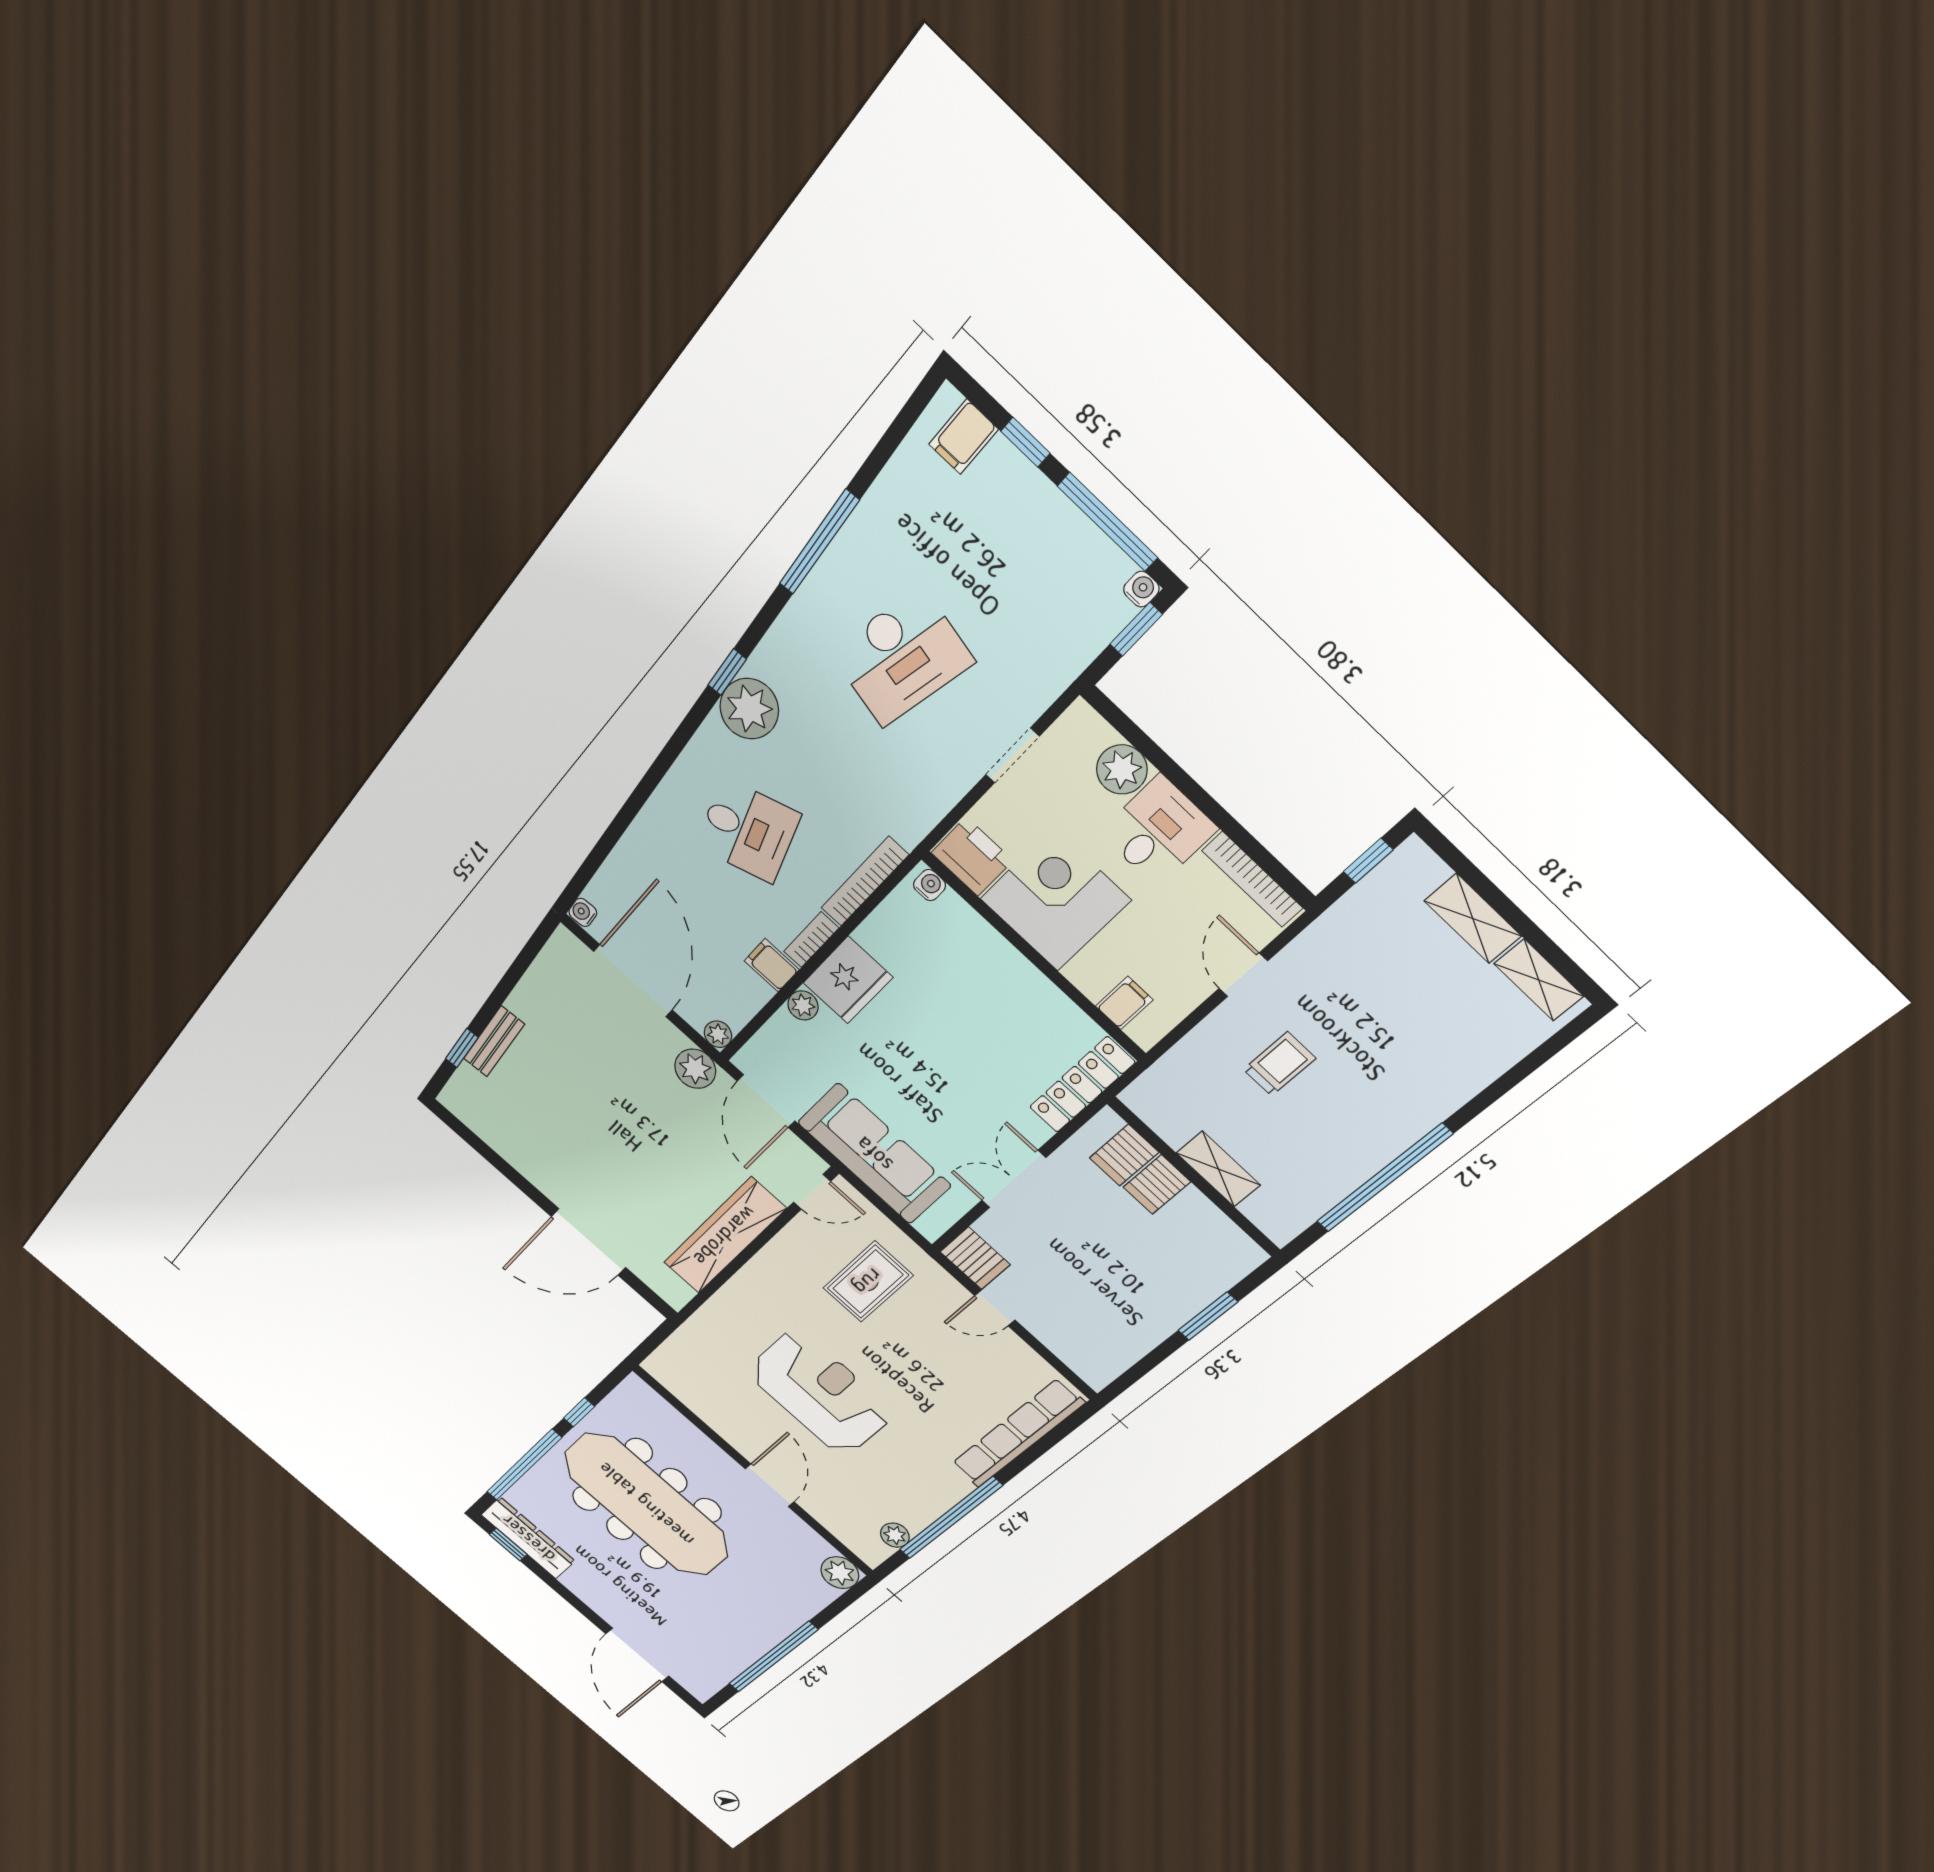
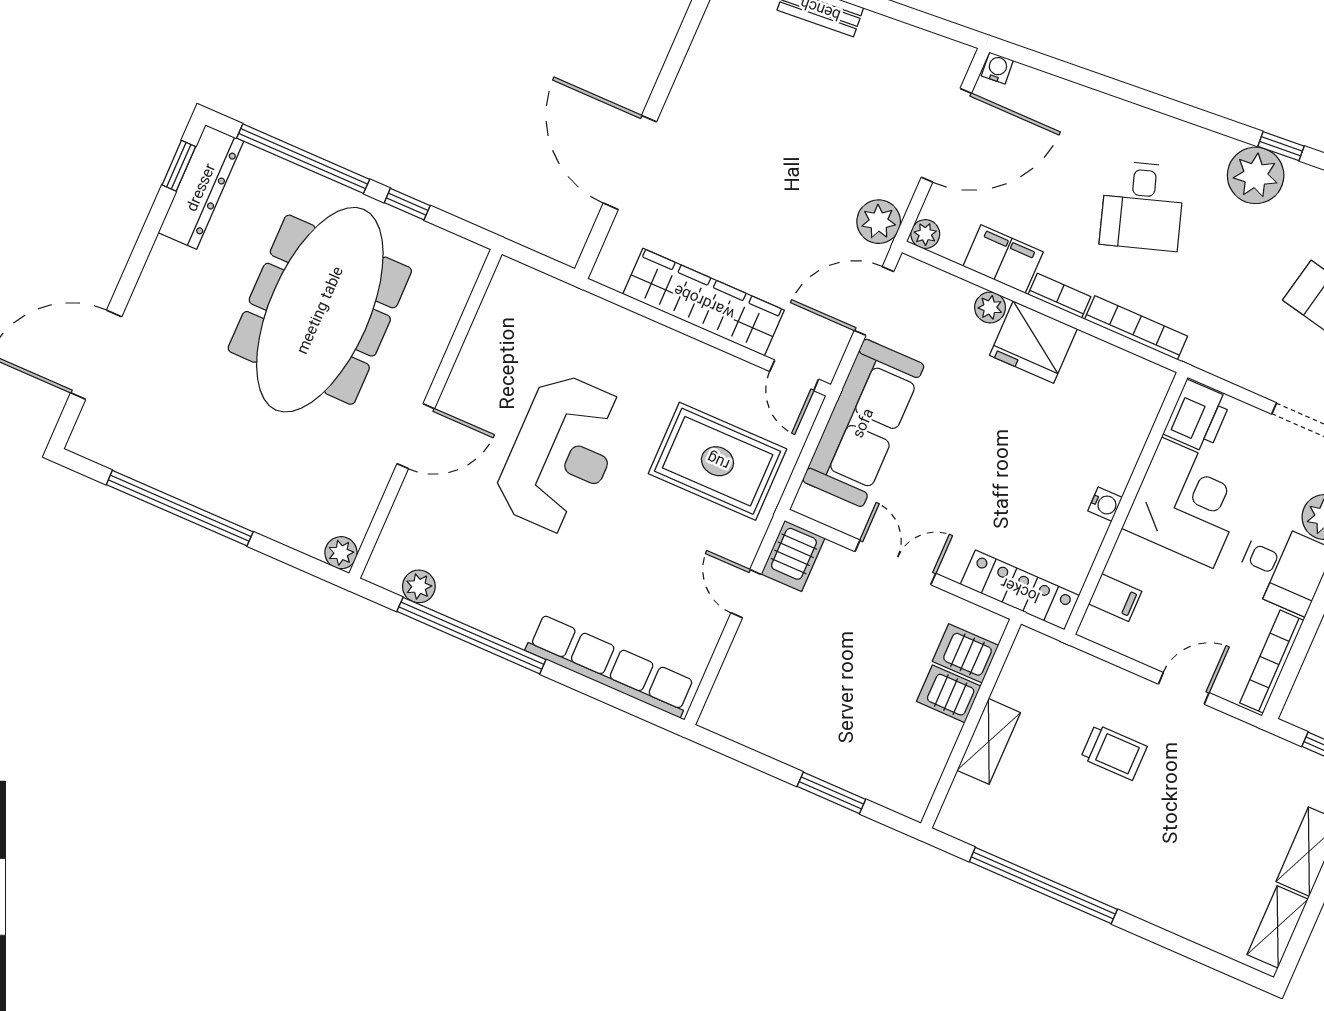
water cooler: (929, 885) -> (1105, 504), moved
filing cabinet: (772, 965) -> (1003, 259), width x2.00
rug: (868, 1282) -> (718, 461), width x1.36, depth x1.43
plant: (840, 1573) -> (341, 553), width x0.73, depth x0.73

